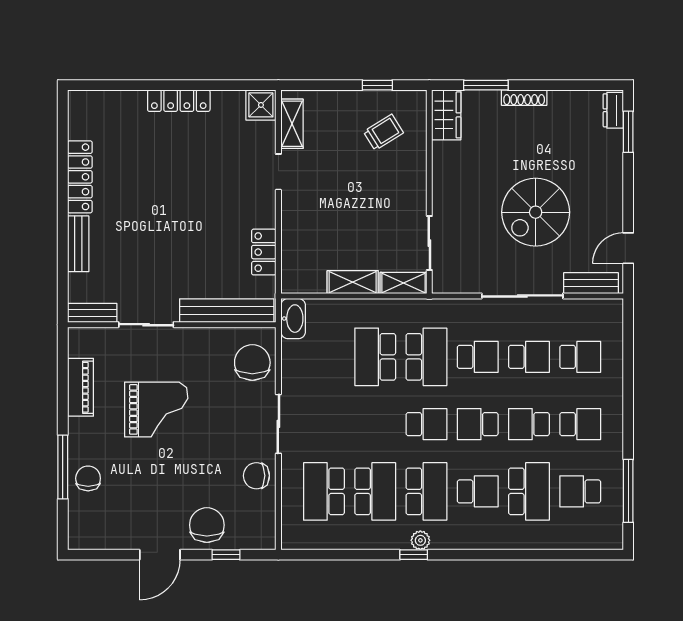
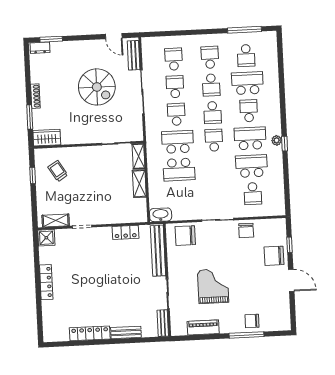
school desk: (324, 491) -> (253, 194), width x0.54

